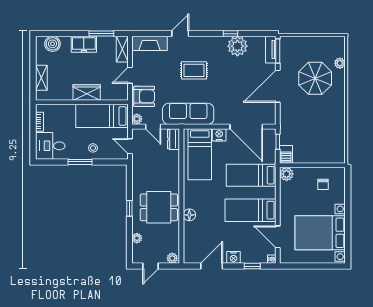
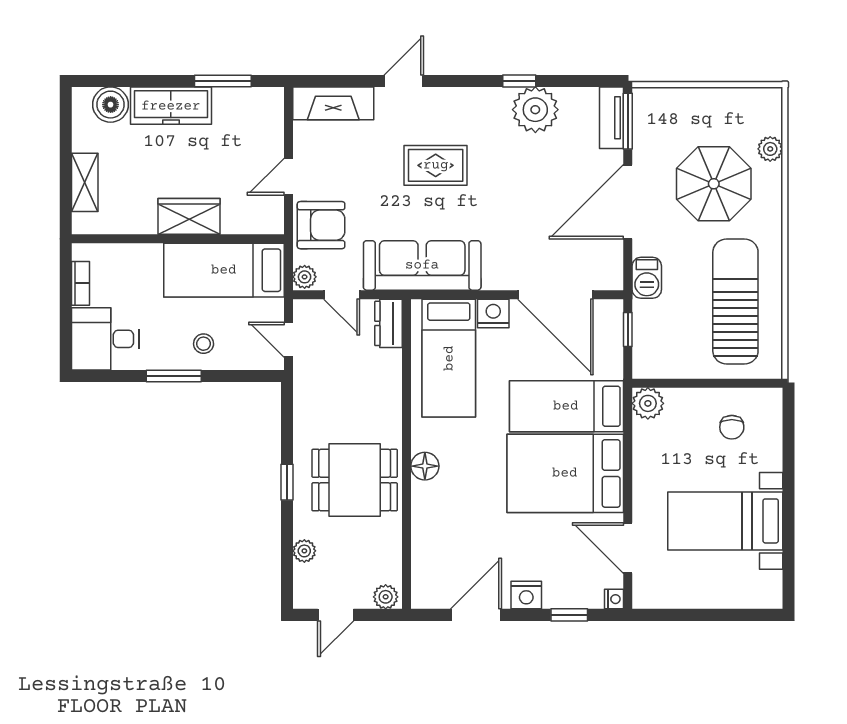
freezer: (84, 44) -> (171, 106), width x1.40
shelving: (122, 49) -> (271, 117), removed
sun lounger: (325, 130) -> (735, 302), added
barbecue: (286, 154) -> (647, 278), moved
bed: (251, 210) -> (565, 473), width x1.50
floor lamp: (189, 215) -> (425, 466), moved
bed with nightstands: (320, 233) -> (725, 521), width x0.73

